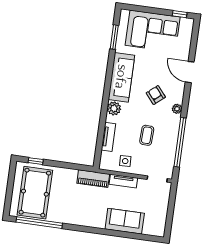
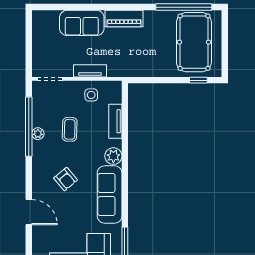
plant: (177, 109) -> (38, 134), moved
piano: (93, 179) -> (124, 19), moved, turned 180

